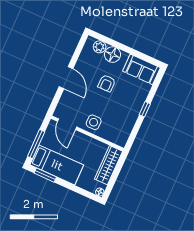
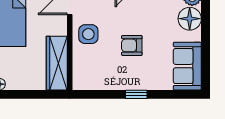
armchair: (107, 83) -> (132, 45), moved
wardrobe: (108, 165) -> (57, 63), moved, turned -90

